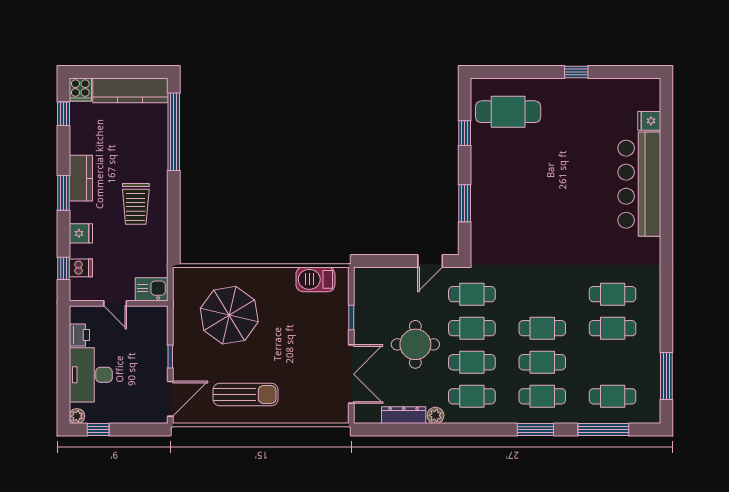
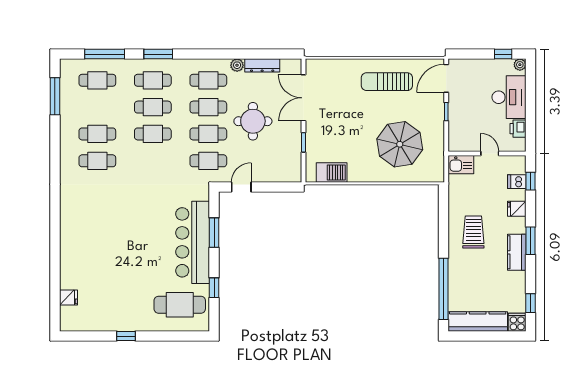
bar counter: (639, 184) -> (193, 242), moved, turned 180

